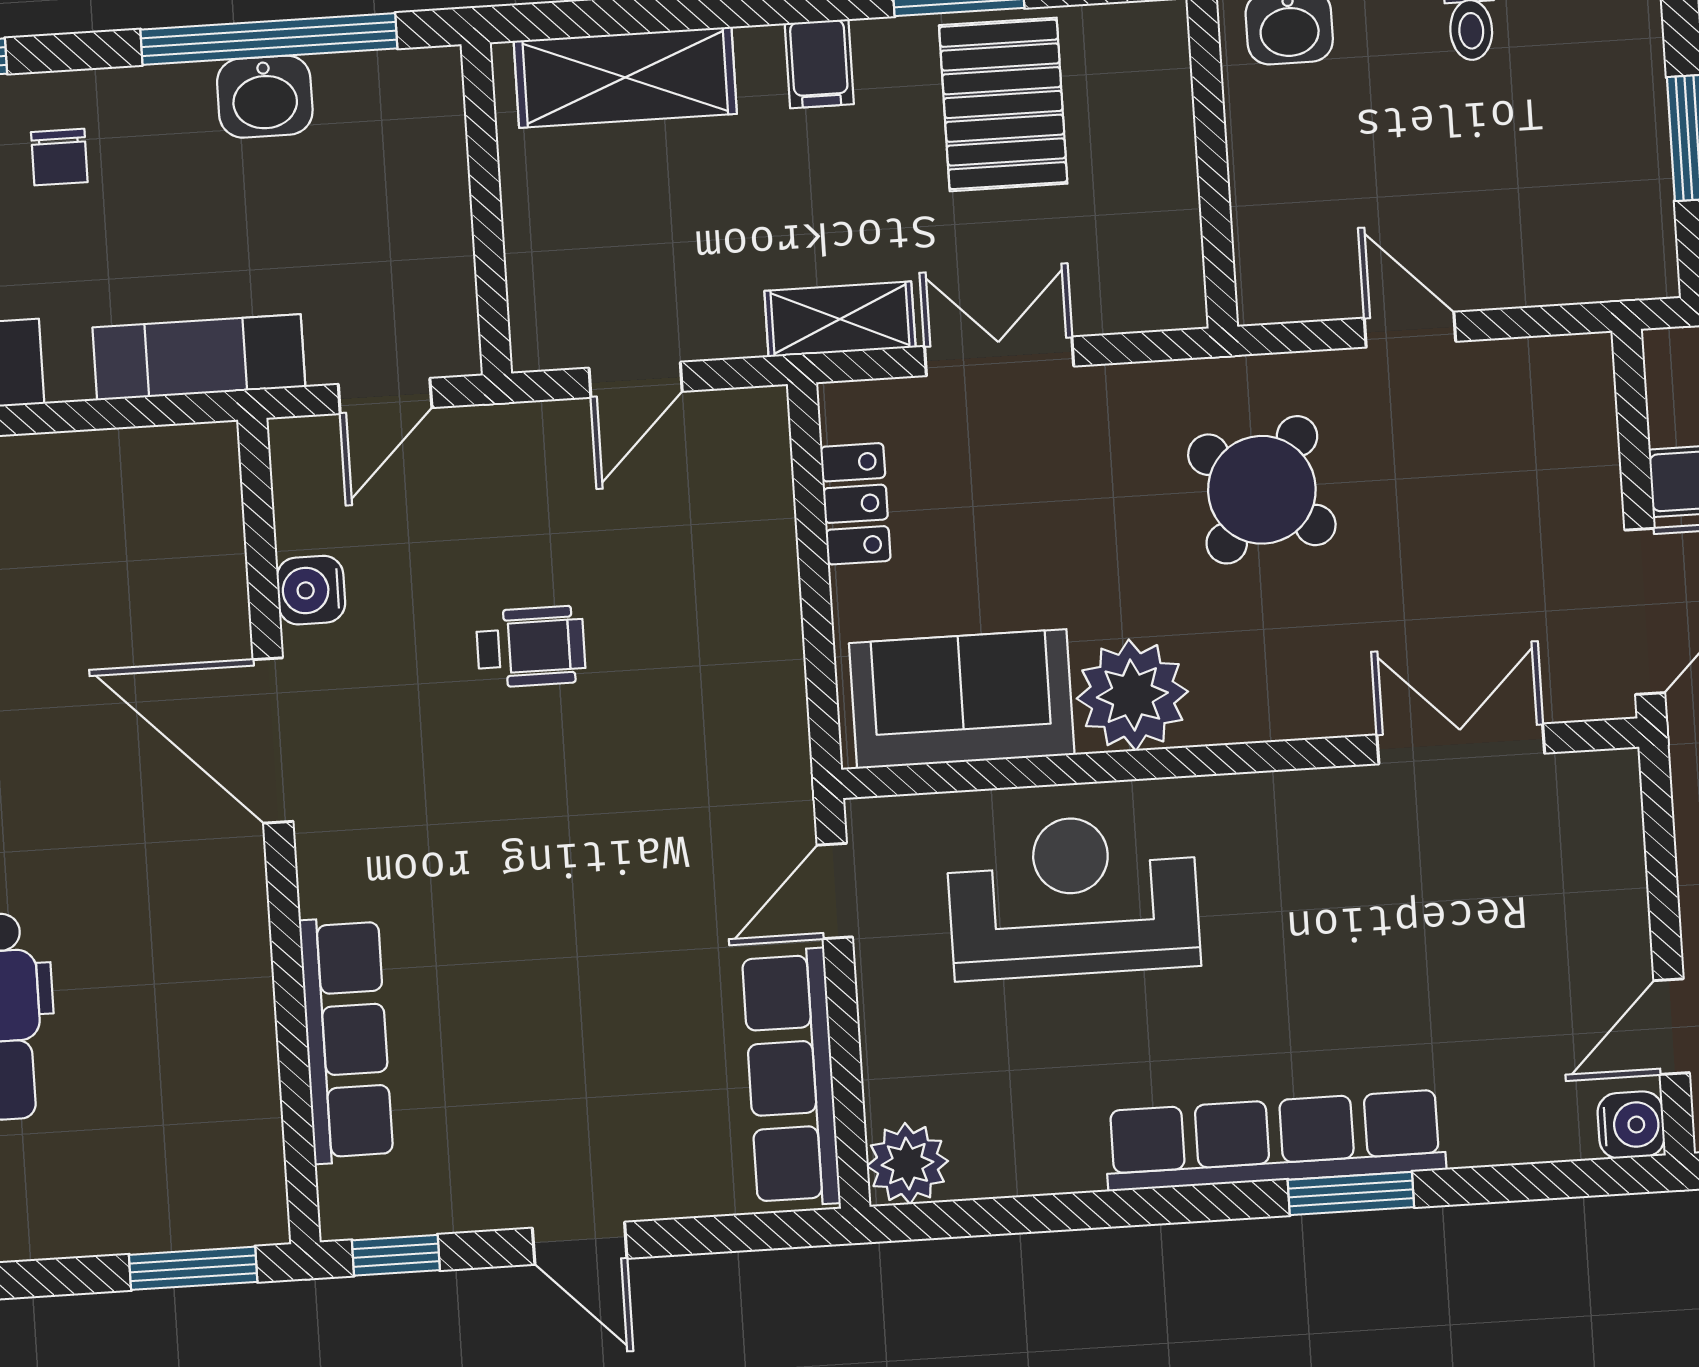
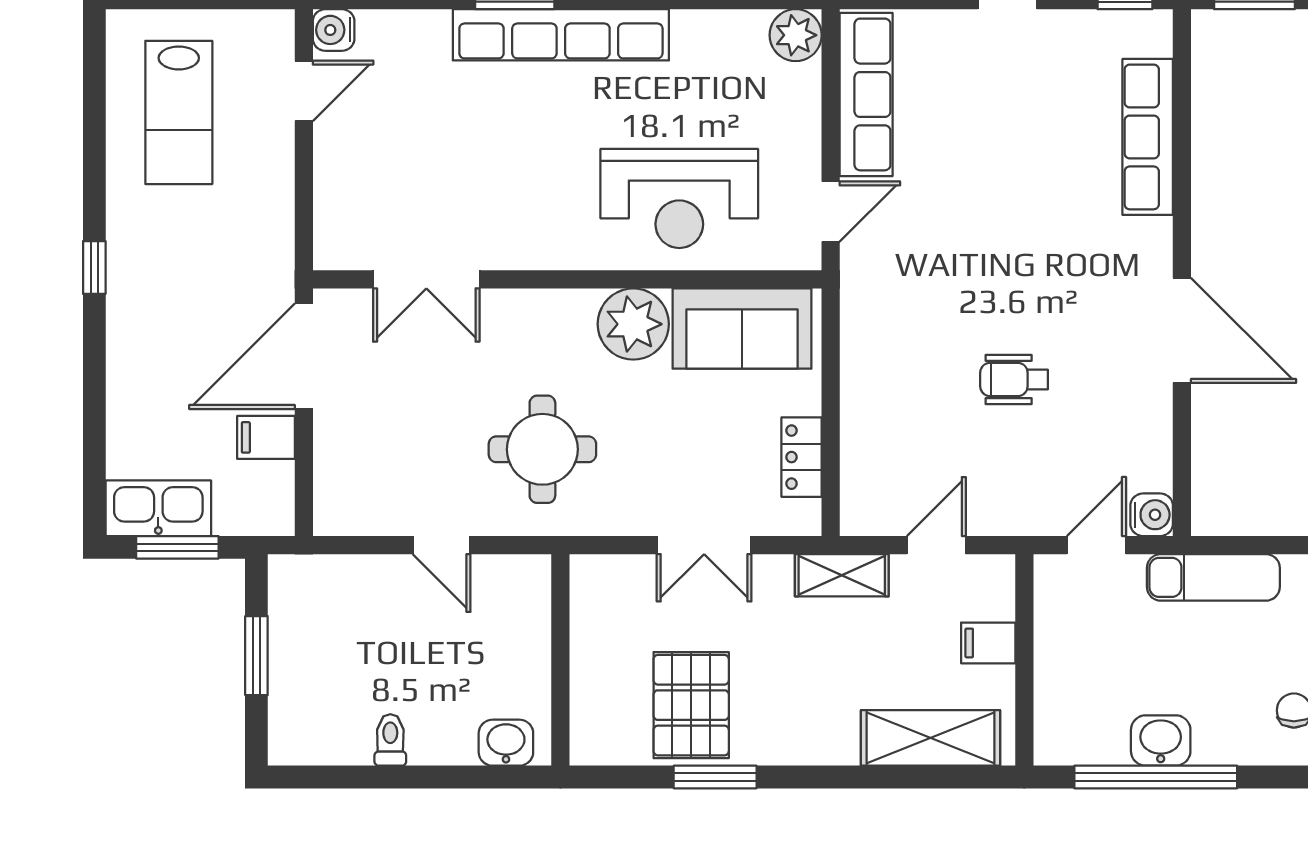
filing cabinet: (819, 64) -> (988, 643), moved, turned -90
shelving: (840, 319) -> (842, 575), moved
round table: (1262, 490) -> (542, 449), turned -37
water cooler: (311, 590) -> (1152, 515), moved

